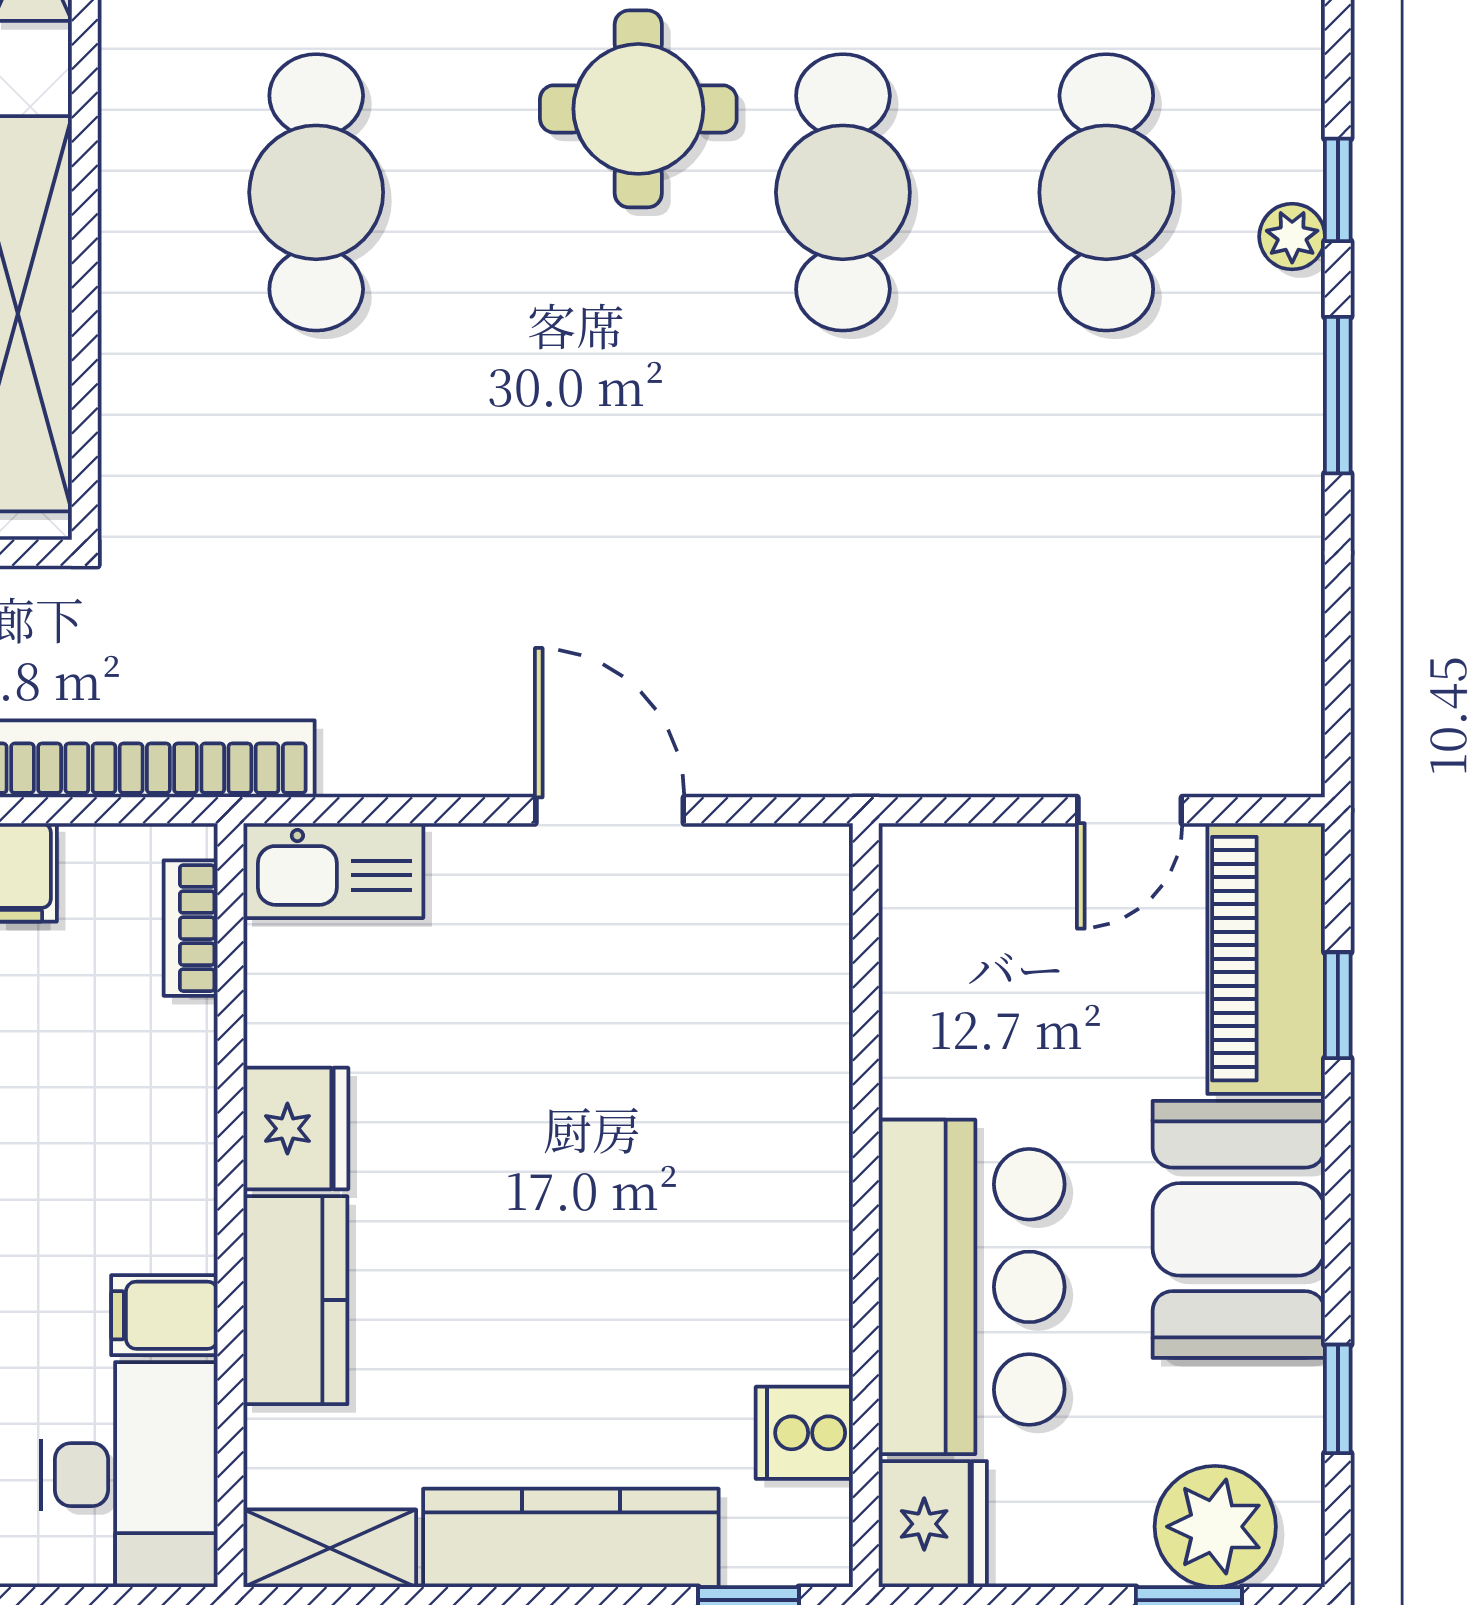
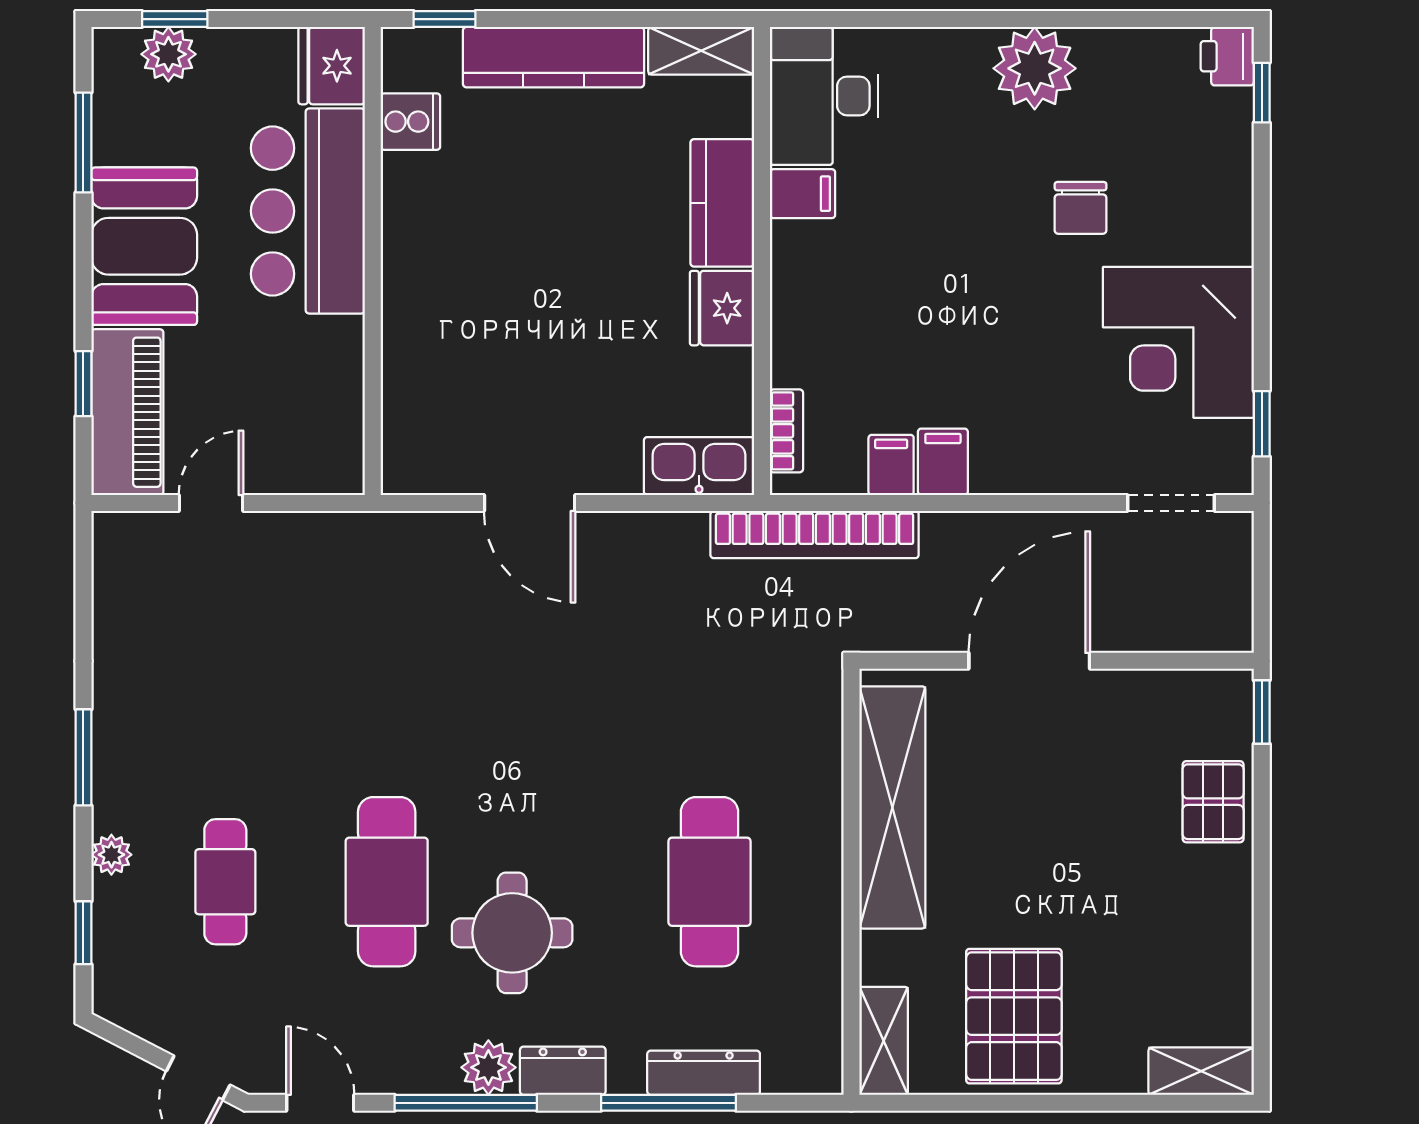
window: (1338, 190) -> (83, 933), moved
cafe table: (1106, 192) -> (225, 882), width x0.73, depth x0.74
window: (1338, 1399) -> (83, 142), width x1.50
plant: (1215, 1527) -> (168, 54), width x0.73, depth x0.73

